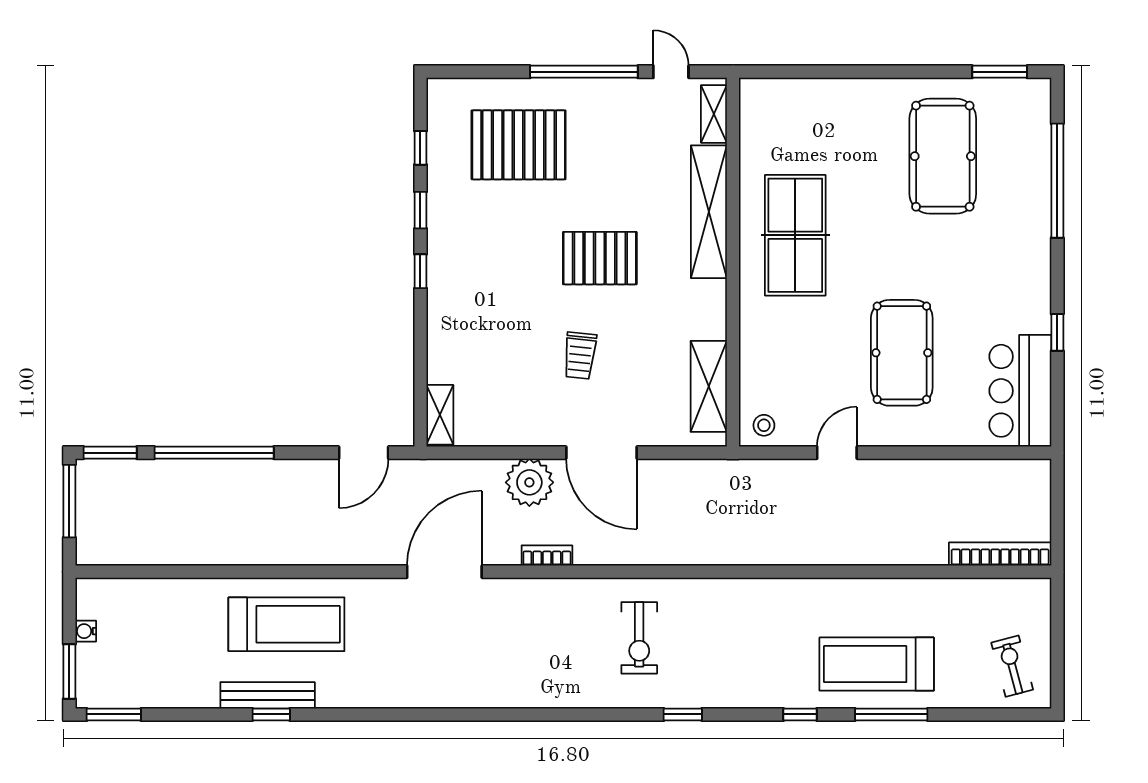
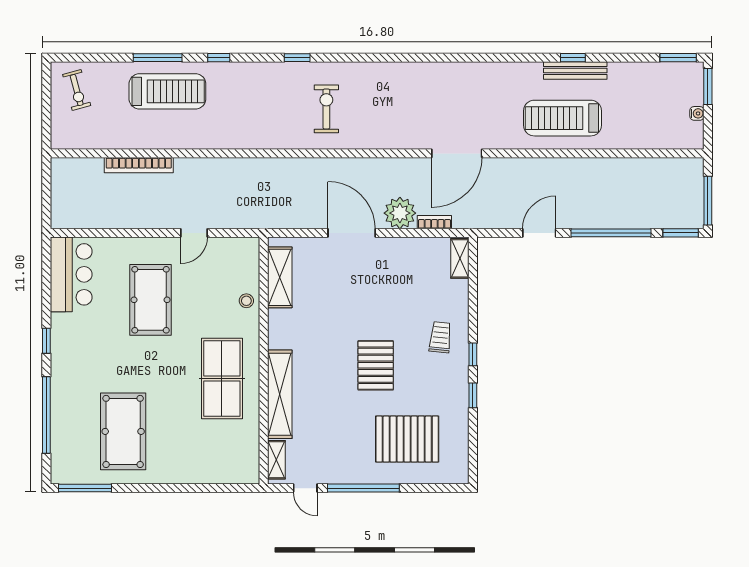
window: (1000, 72) -> (85, 488), width x1.44
window: (420, 148) -> (473, 437), removed
pallet: (600, 258) -> (376, 365), moved, turned 90
window: (1057, 332) -> (46, 341), moved
trolley: (580, 356) -> (440, 337), moved
stool: (764, 425) -> (246, 301), moved
door: (364, 453) -> (539, 233), moved
bookcase: (1000, 554) -> (139, 165), moved
bookcase: (547, 556) -> (434, 222), moved, turned 180

